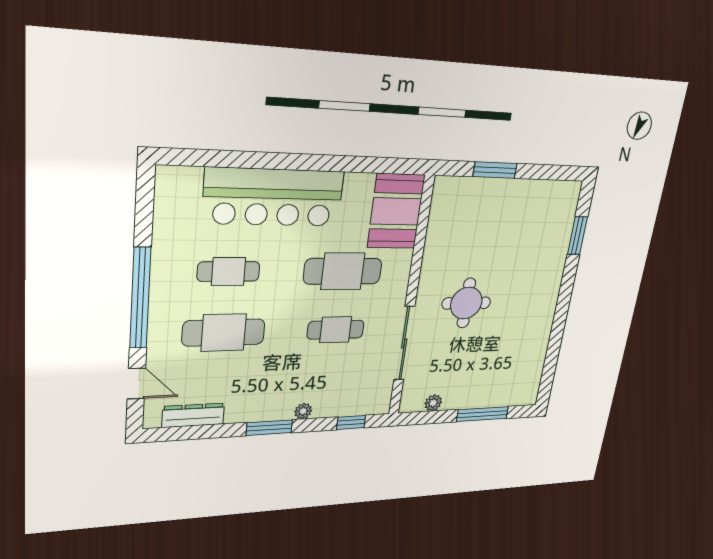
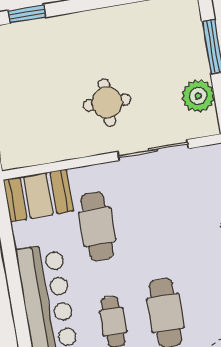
cafe table: (336, 330) -> (149, 218), removed
plant: (433, 403) -> (198, 96), width x1.87, depth x1.87

